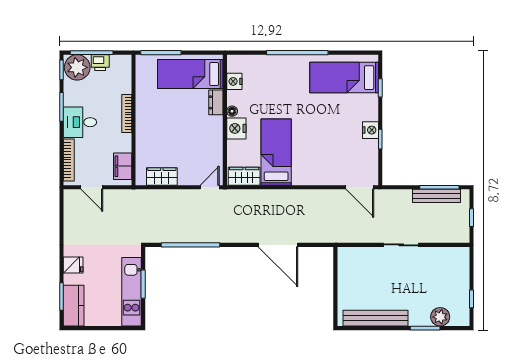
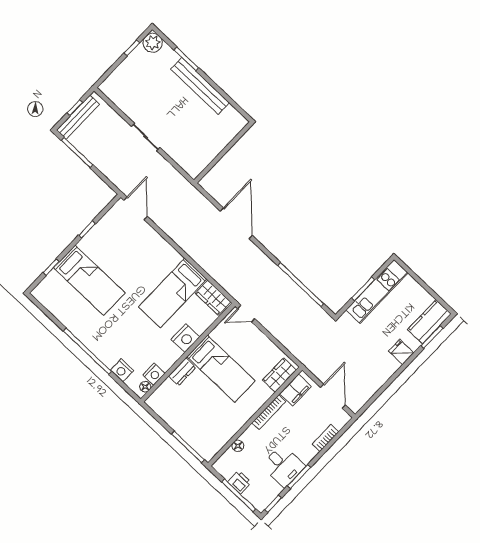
plant: (77, 67) -> (260, 495), removed
bed: (190, 74) -> (221, 369), moved
bed: (344, 78) -> (89, 280), moved
floor lamp: (126, 87) -> (238, 446), added
floor lamp: (232, 111) -> (145, 387), moved
bookcase: (127, 114) -> (269, 412), moved
desk: (80, 122) -> (283, 466), moved
nightstand: (370, 130) -> (122, 370), moved, turned -90
bookcase: (69, 160) -> (325, 438), width x0.64
wardrobe: (162, 176) -> (280, 375), moved, turned 90
door: (92, 187) -> (333, 396), width x1.38
bench: (437, 196) -> (78, 117), moved, turned 90
plant: (440, 317) -> (153, 43), moved
bench: (376, 318) -> (200, 86), moved

